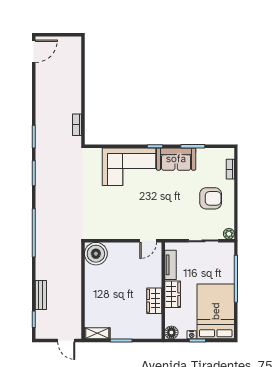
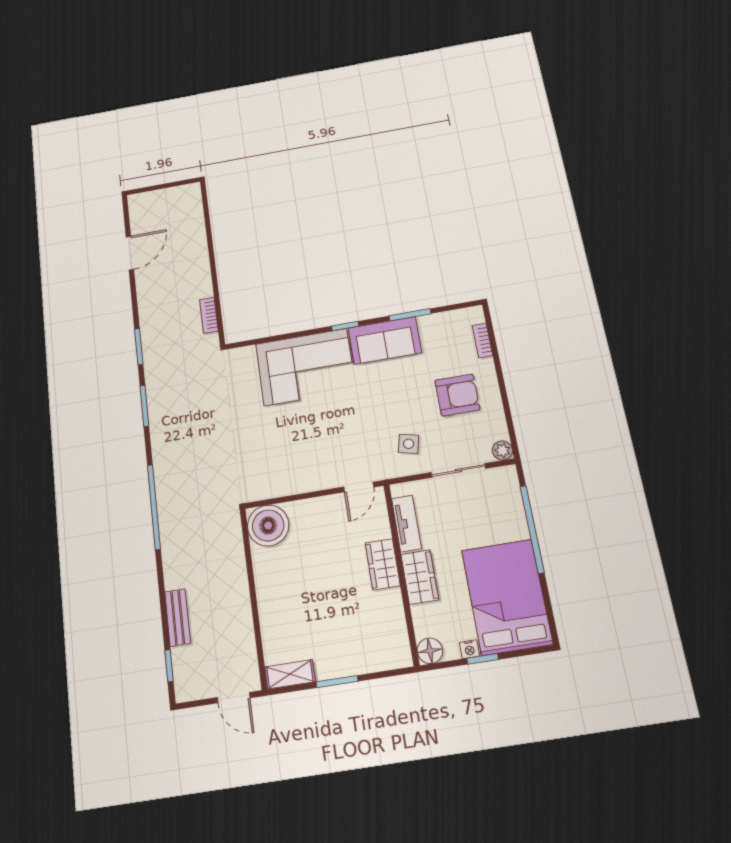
door: (34, 51) -> (130, 253), moved
side table: (179, 221) -> (409, 444), added
wardrobe: (154, 301) -> (383, 564), moved

